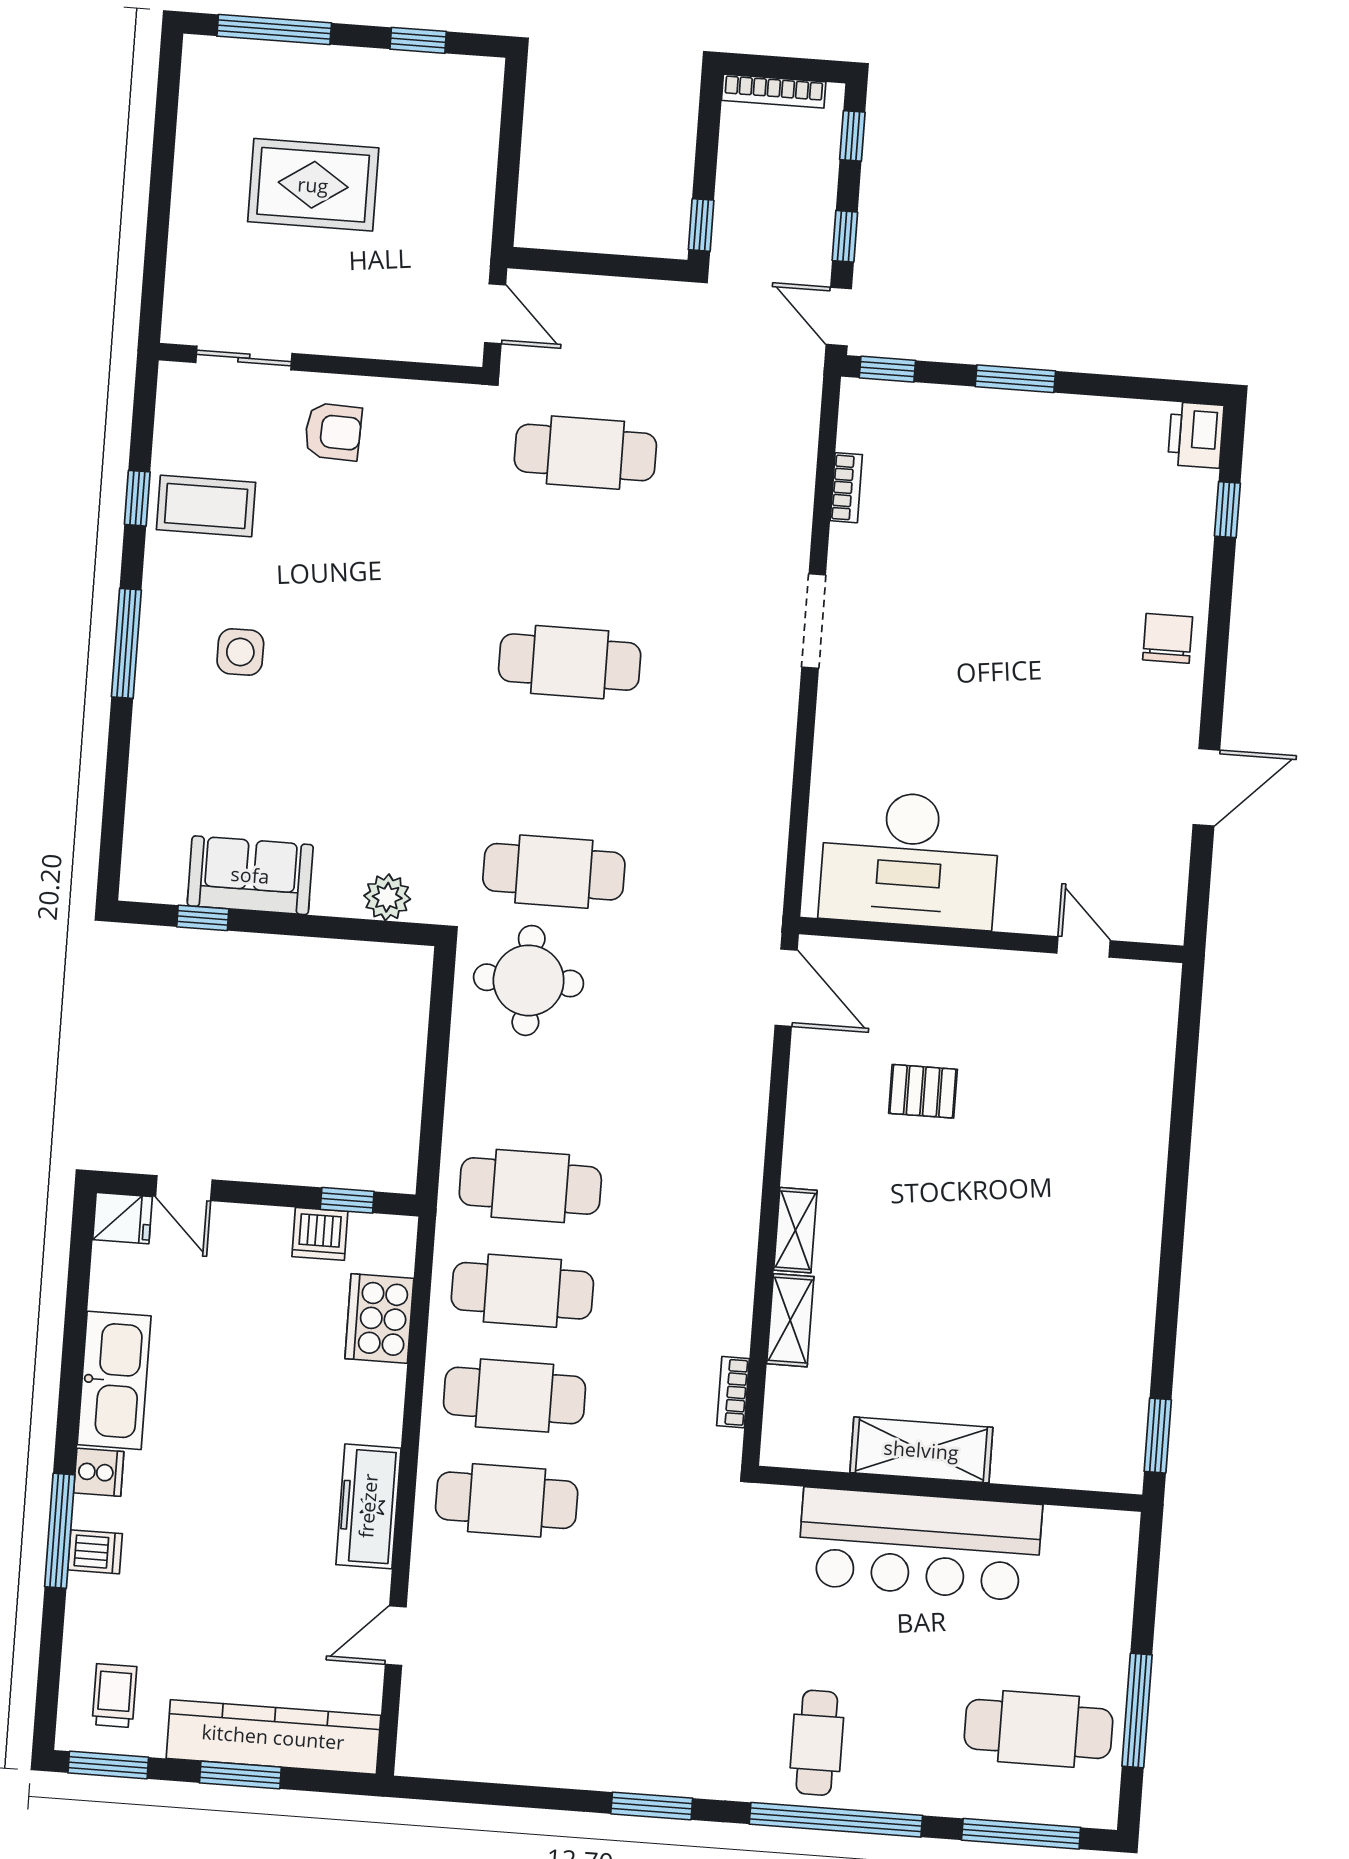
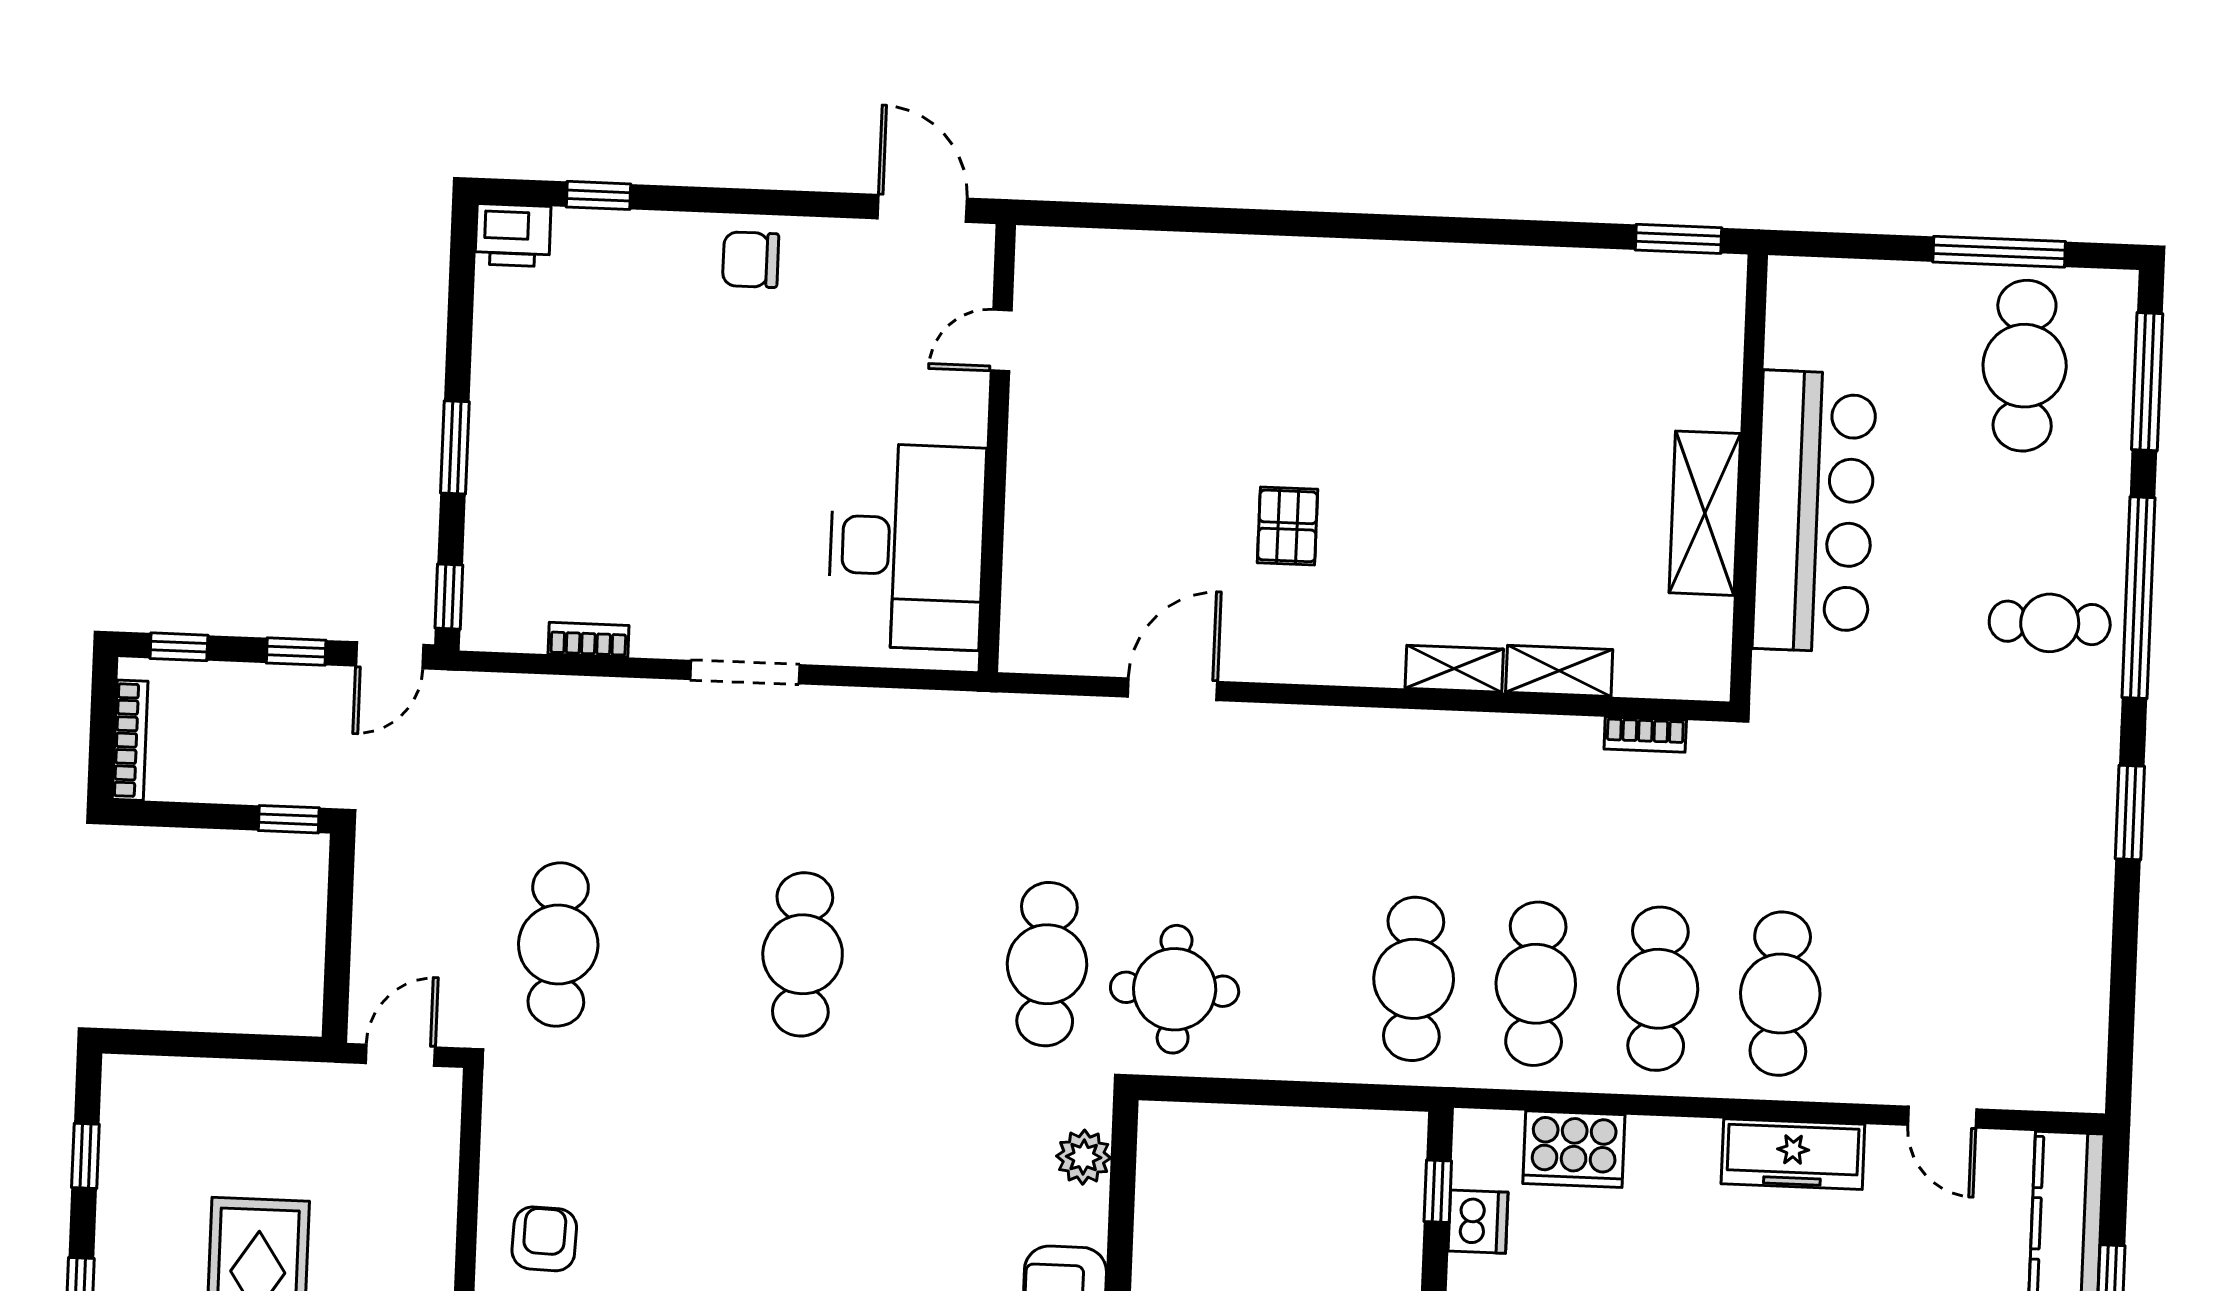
desk: (910, 860) -> (907, 546), moved
wall: (991, 940) -> (997, 448), moved
door: (1084, 947) -> (1001, 341), moved

